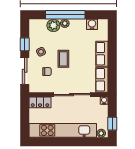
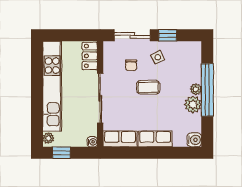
water cooler: (92, 24) -> (194, 140), moved
plant: (53, 25) -> (193, 105), moved

